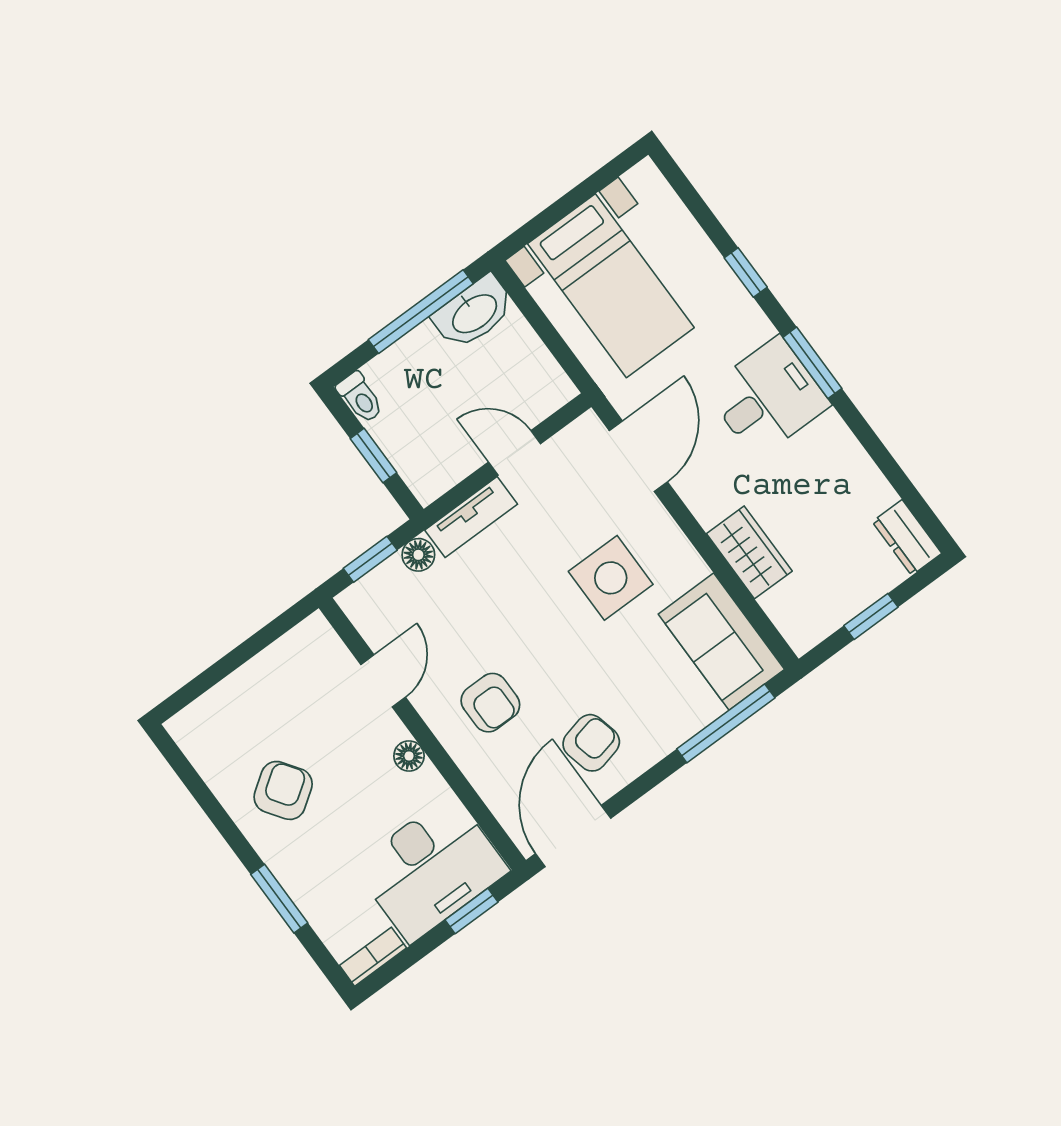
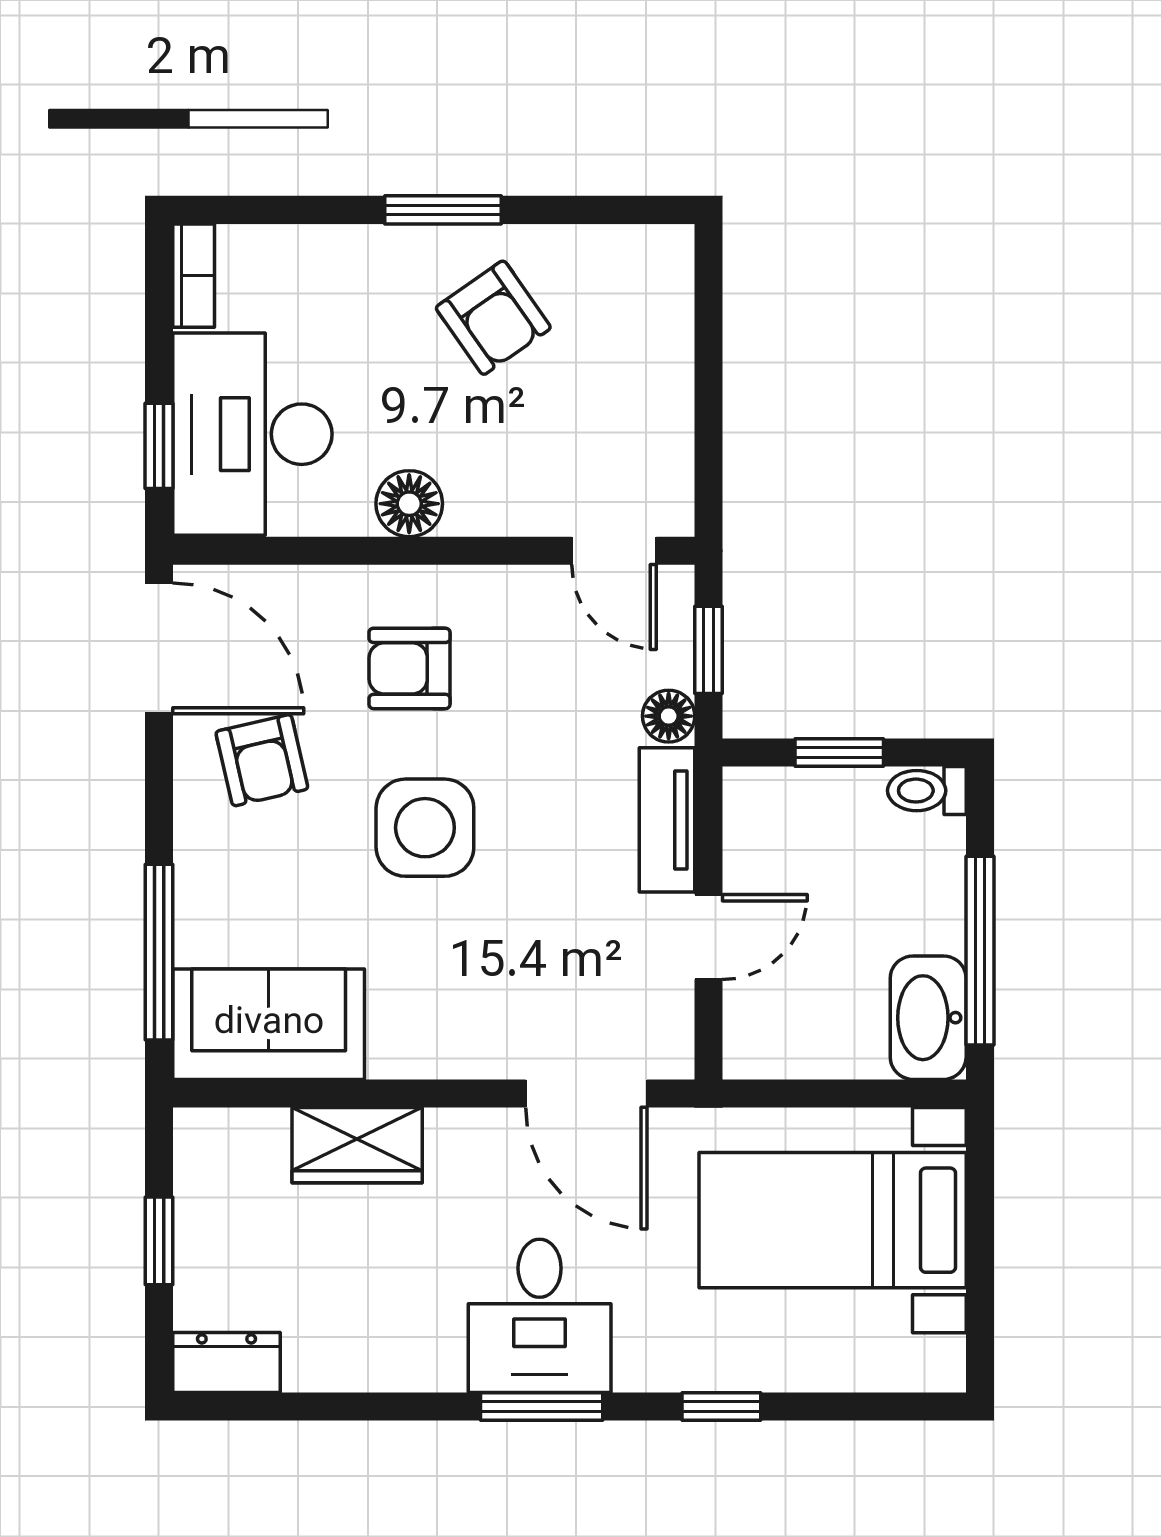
side table: (611, 578) -> (425, 828), moved
door: (383, 681) -> (614, 551), moved
floor lamp: (409, 756) -> (409, 504), width x1.37, depth x1.37
window: (279, 899) -> (443, 210), moved

